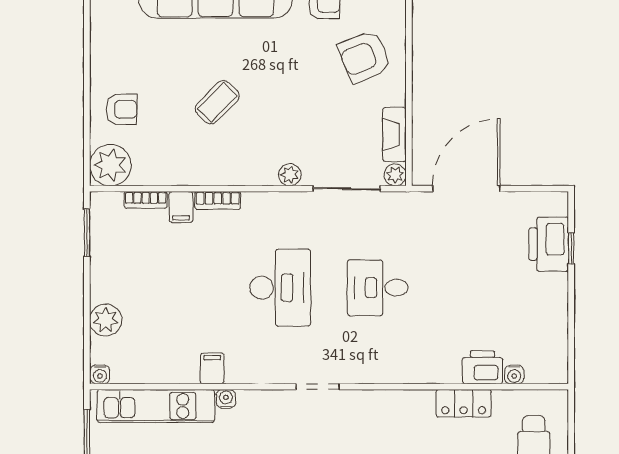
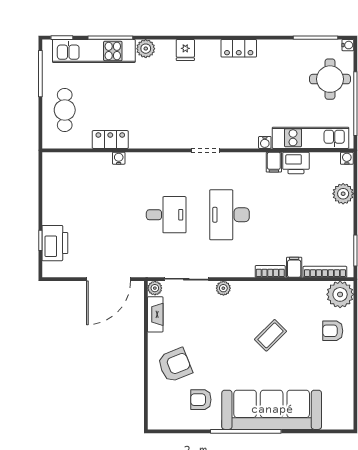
bookcase: (146, 200) -> (325, 272), width x1.56
printer: (482, 367) -> (296, 163), moved
water cooler: (514, 375) -> (119, 158), moved

